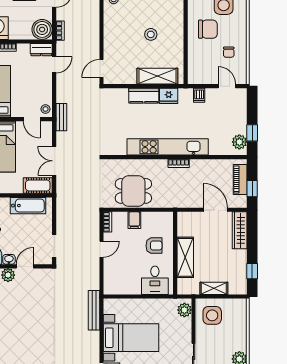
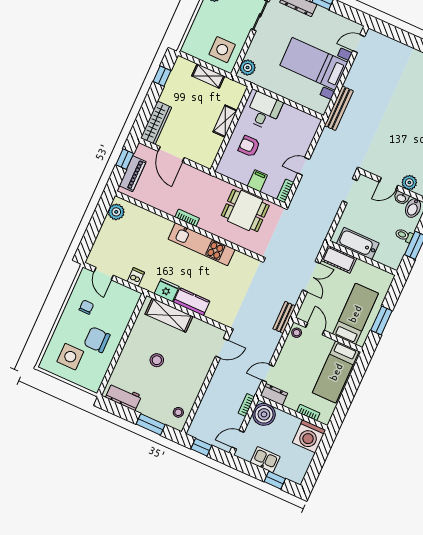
window: (252, 133) -> (99, 215), removed
kitchen unit: (168, 147) -> (202, 244), width x0.73
shelving: (185, 257) -> (225, 121), width x0.67, depth x0.75

